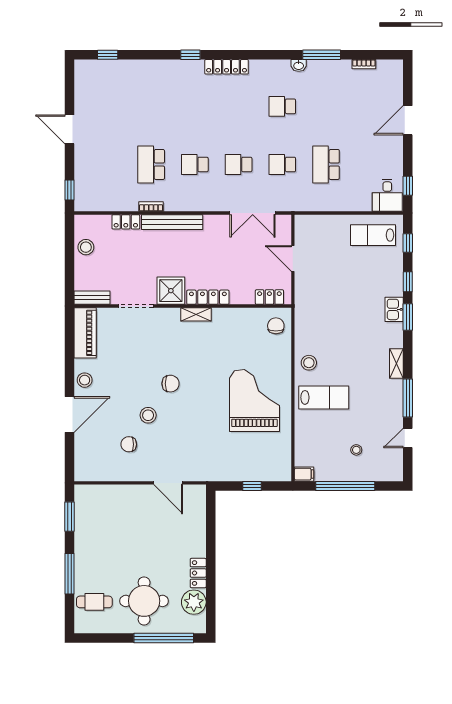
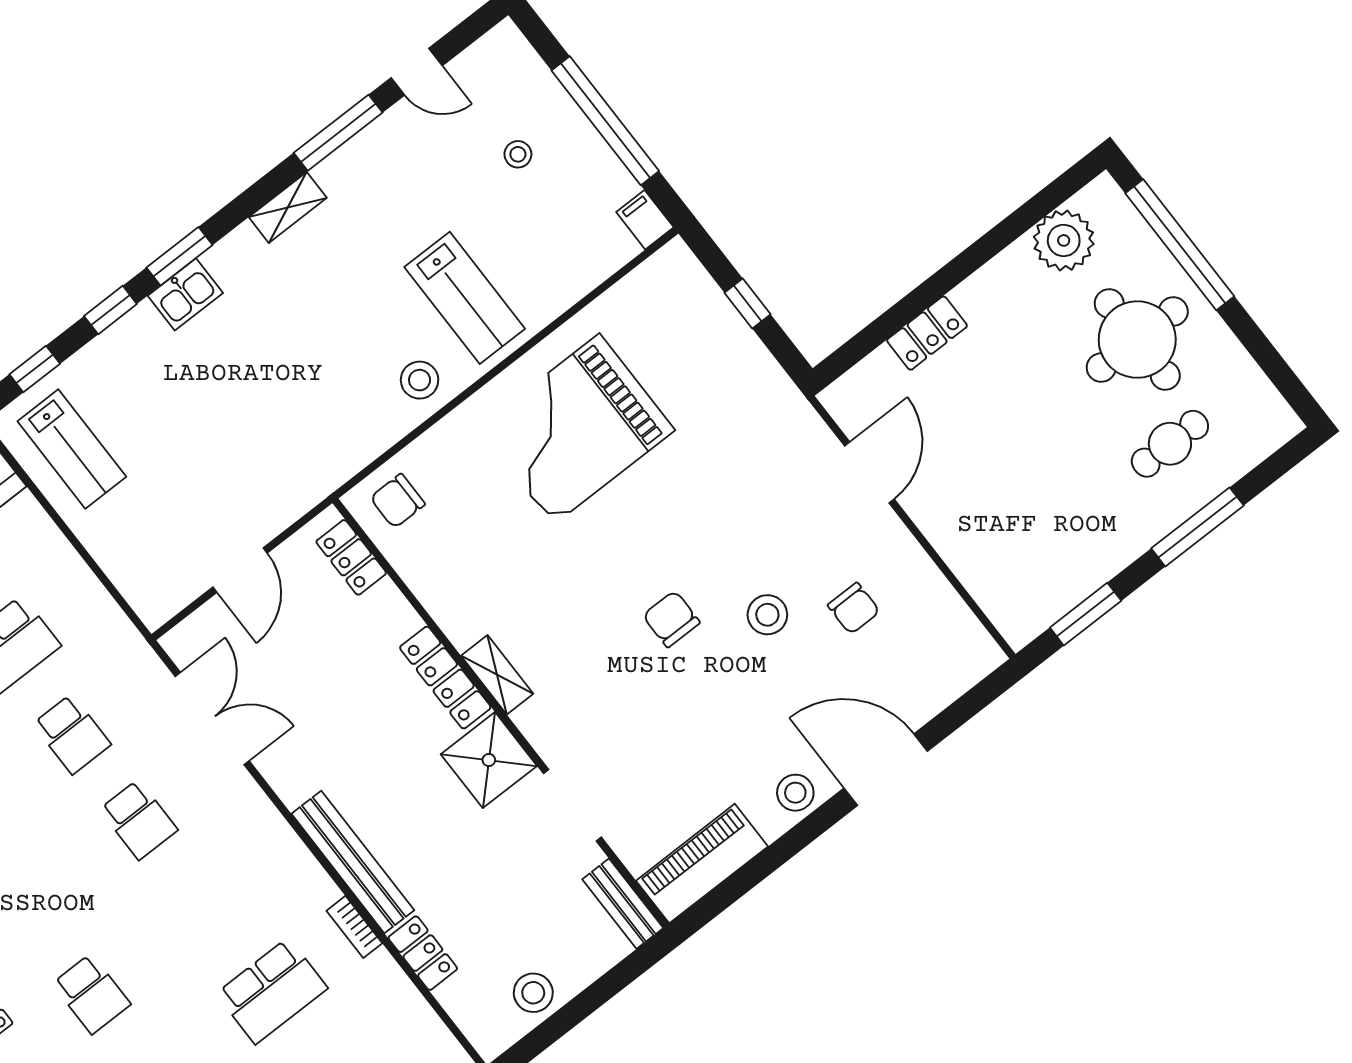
school desk: (195, 164) -> (91, 994), moved
lab bench: (324, 397) -> (465, 298), turned 180
locker: (198, 573) -> (927, 333), moved
cafe table: (94, 602) -> (1170, 444), moved, turned 90

